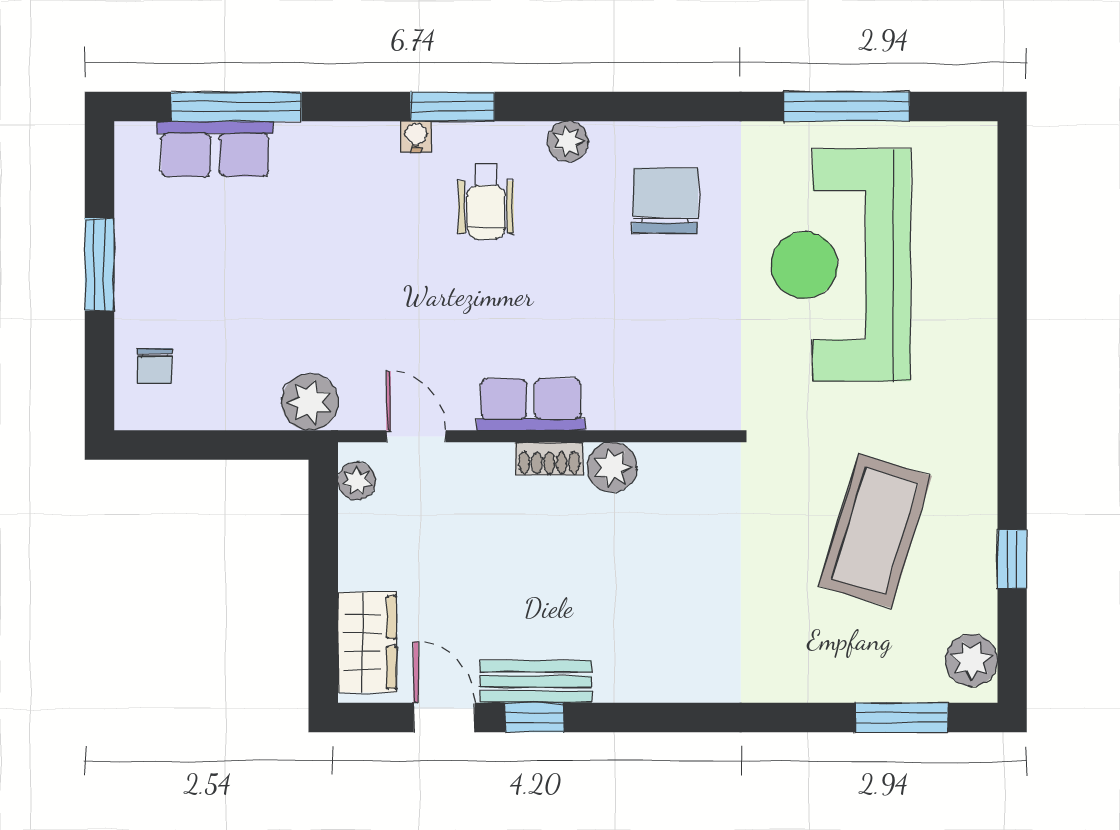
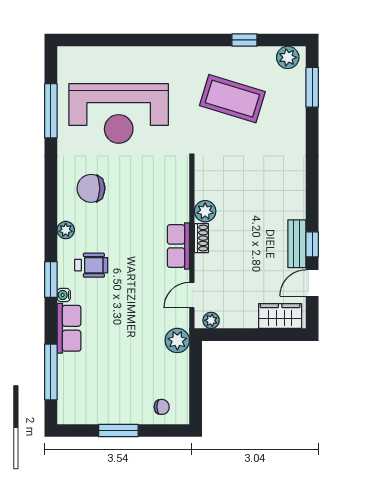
row of seats: (215, 149) -> (69, 328), moved

